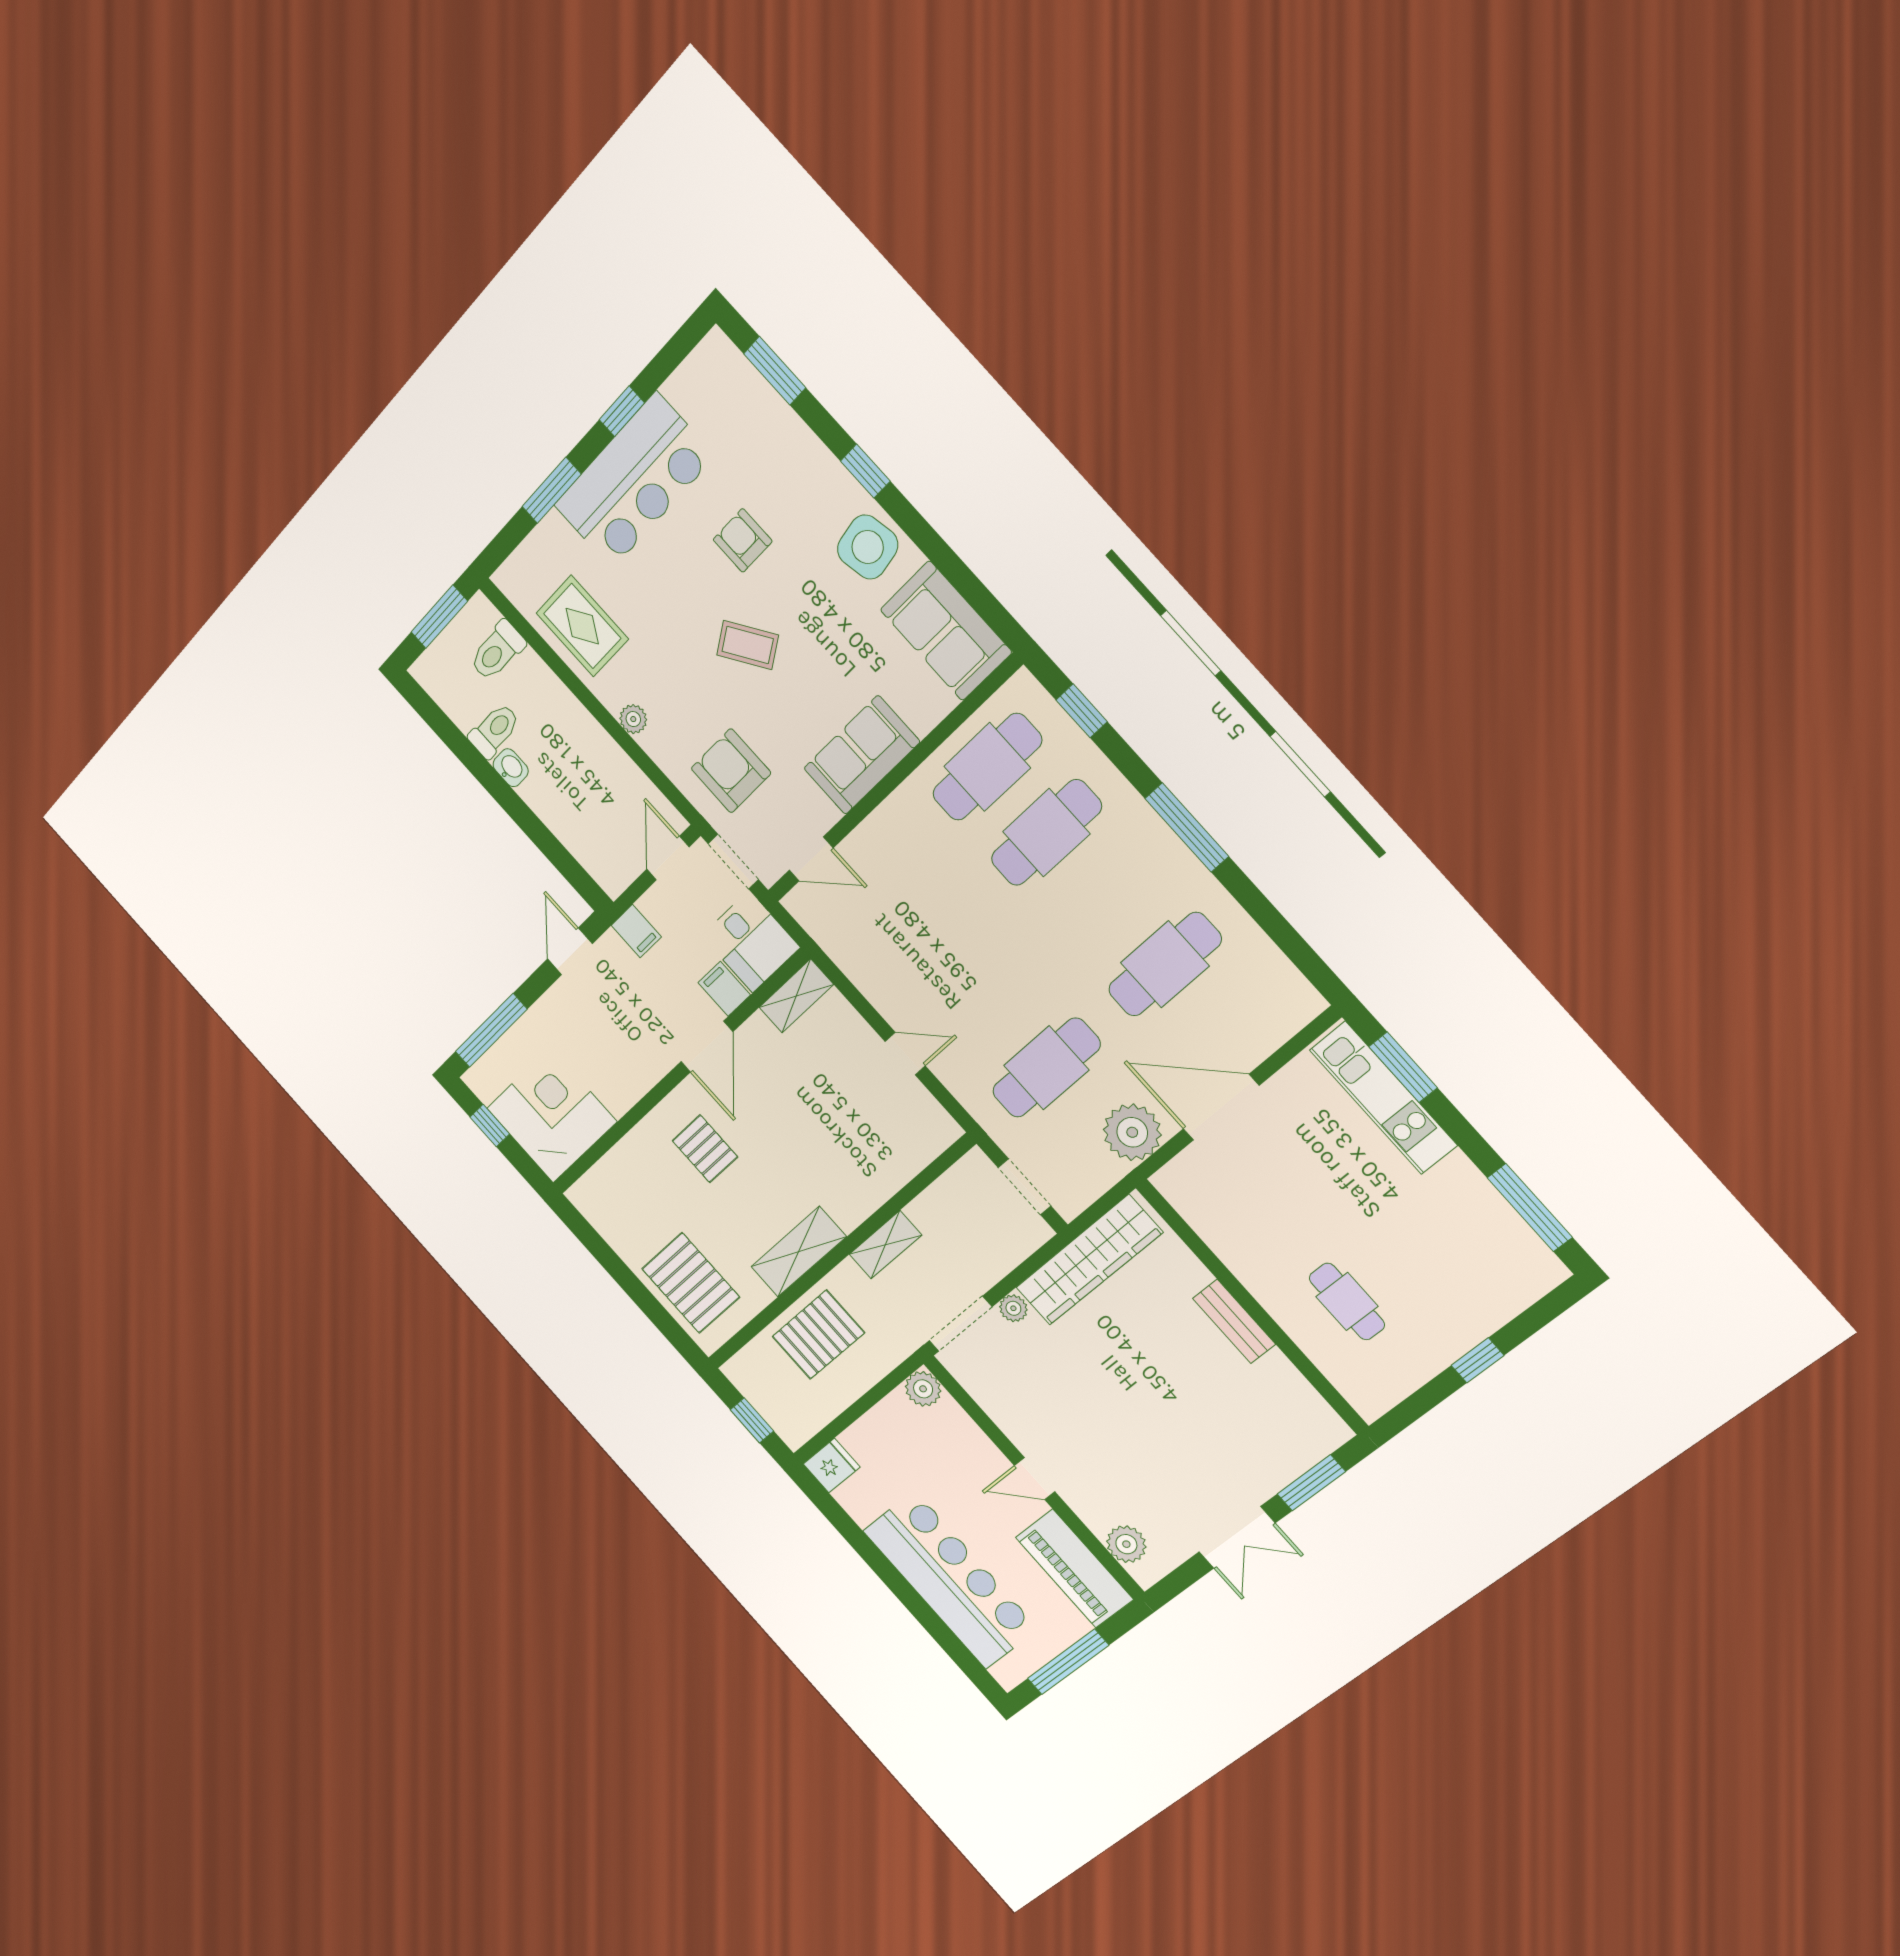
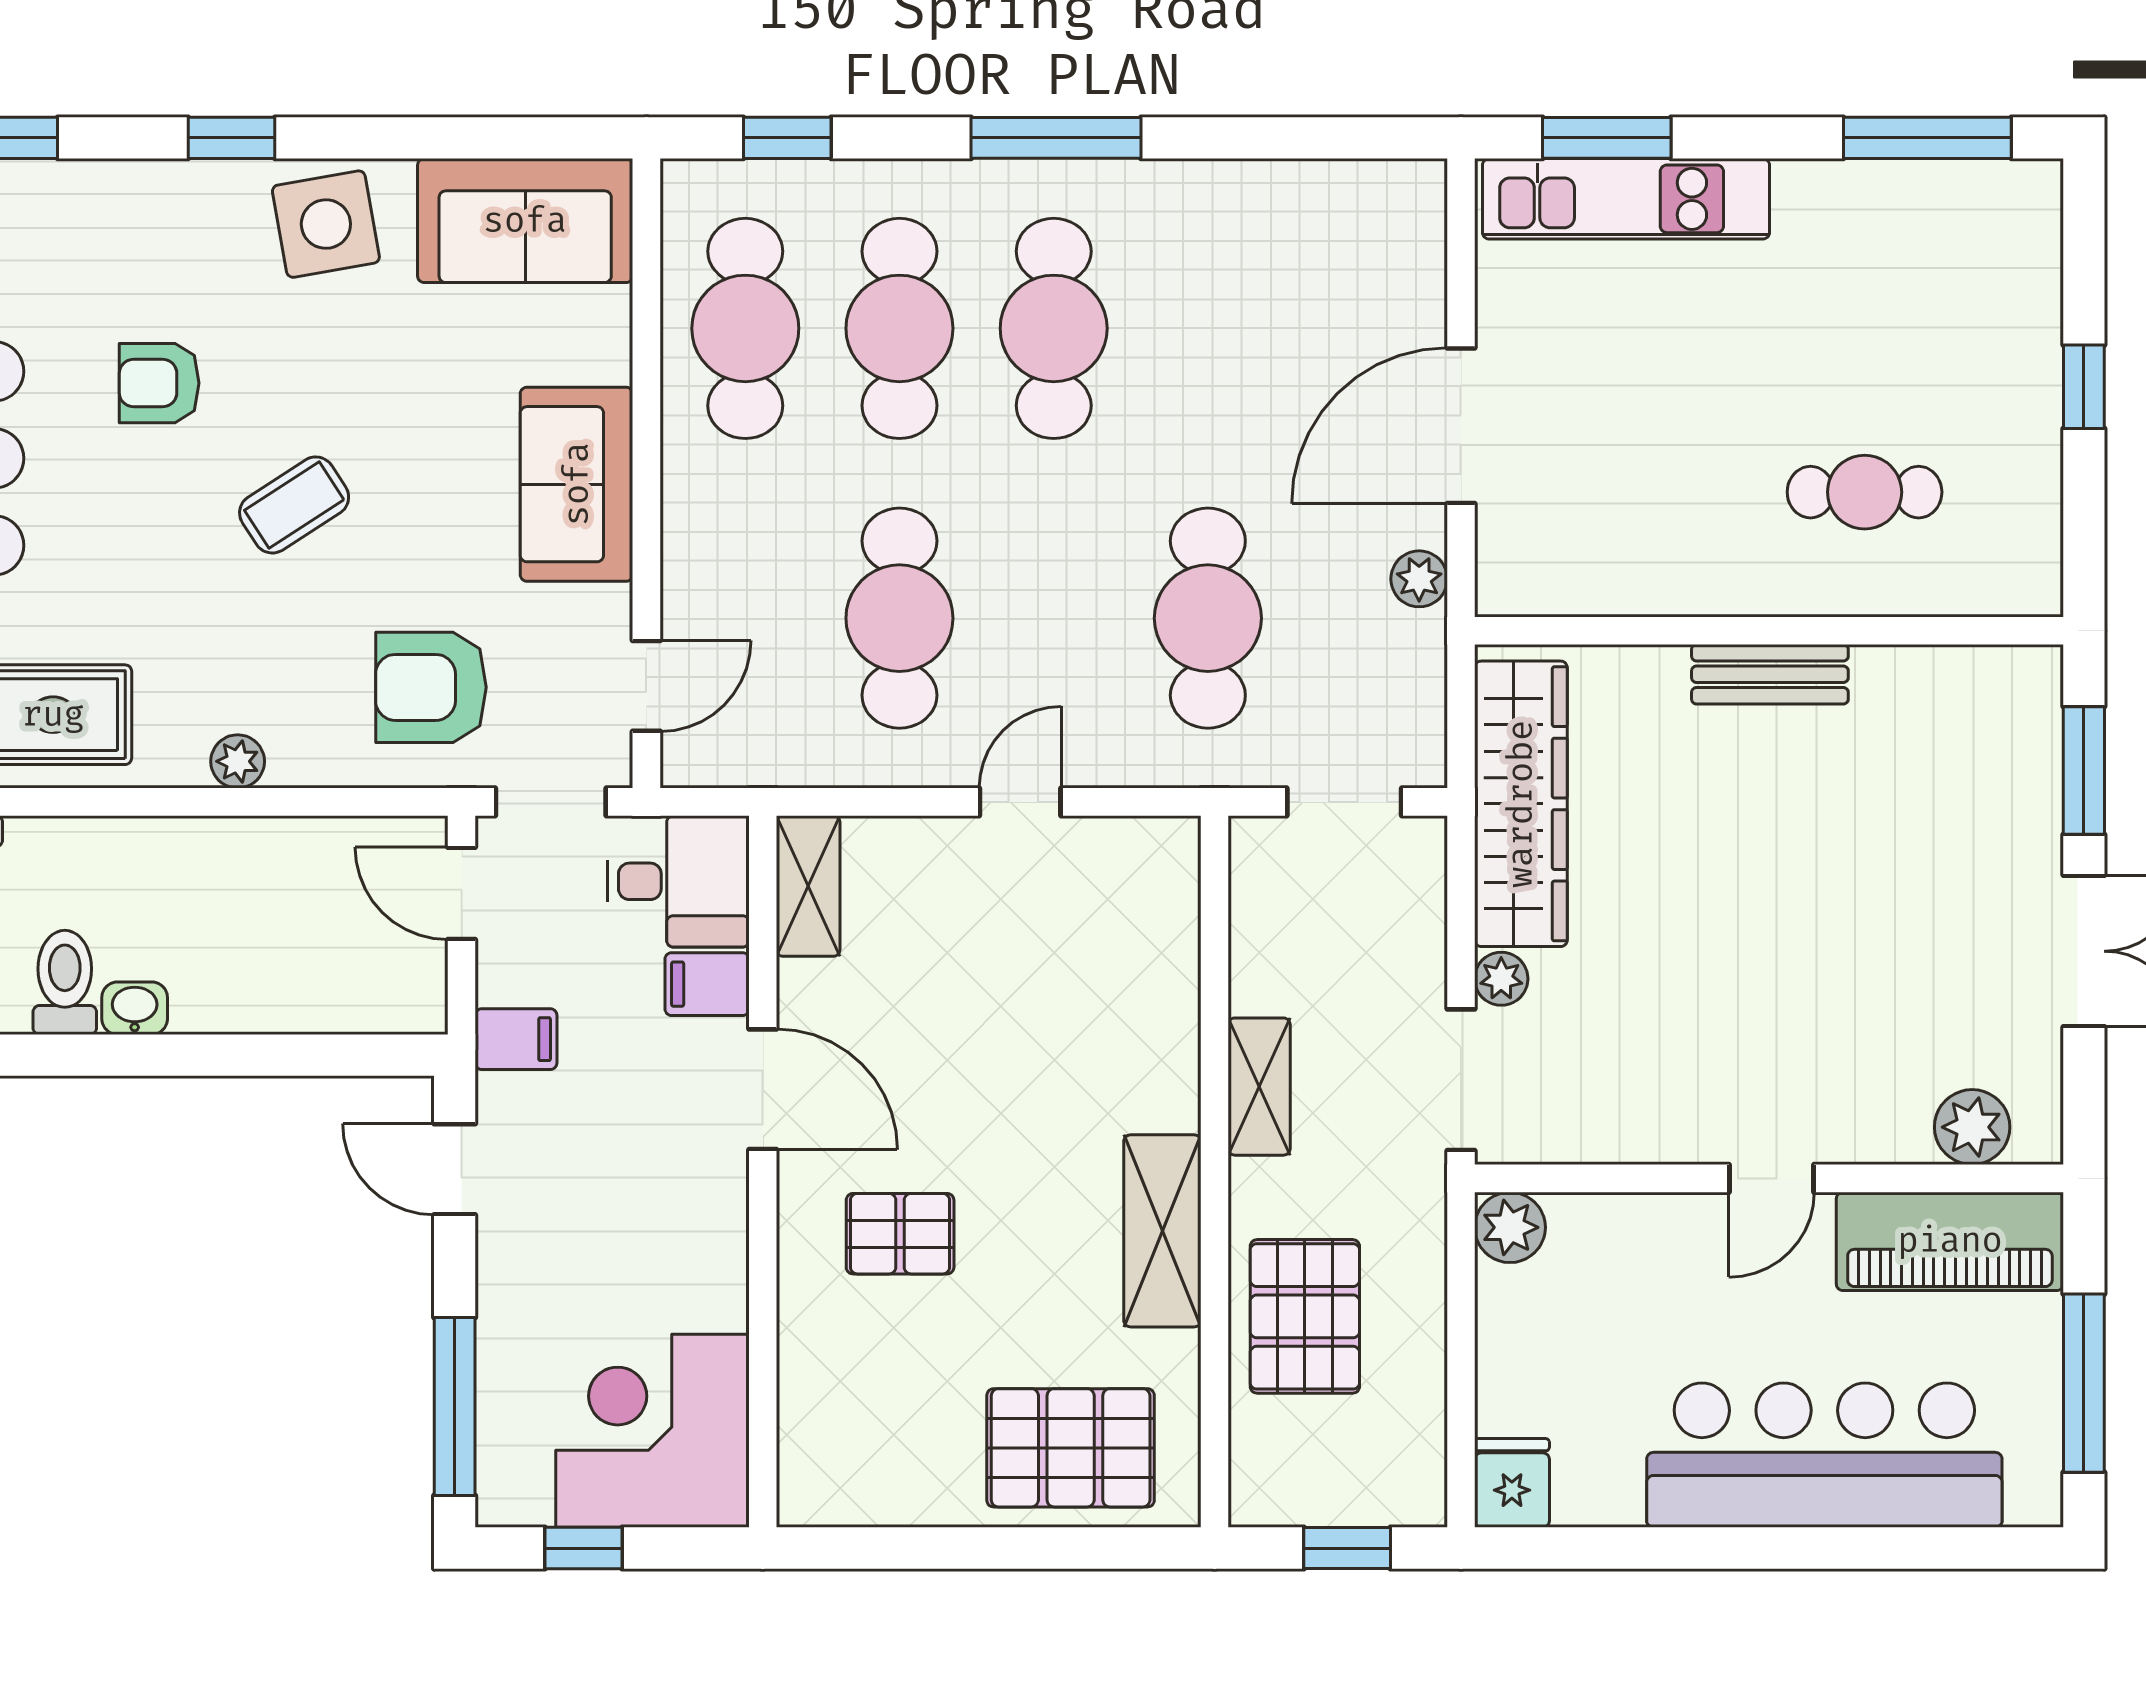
cafe table: (931, 939) -> (899, 618), added
cafe table: (1165, 964) -> (1054, 328), moved
plant: (1132, 1132) -> (1419, 579), width x0.53, depth x0.53

